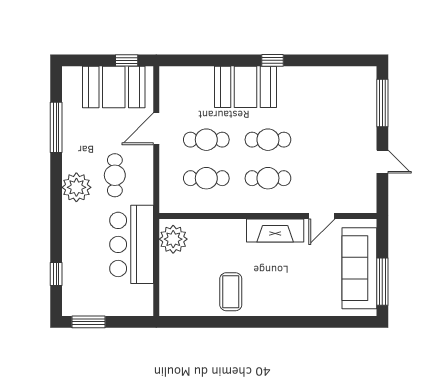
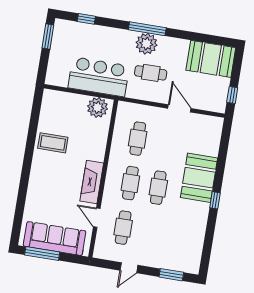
booth: (114, 87) -> (211, 59), moved, turned 90
window: (382, 103) -> (171, 275), width x0.69
window: (56, 127) -> (147, 29), moved
cafe table: (206, 140) -> (123, 228), moved

